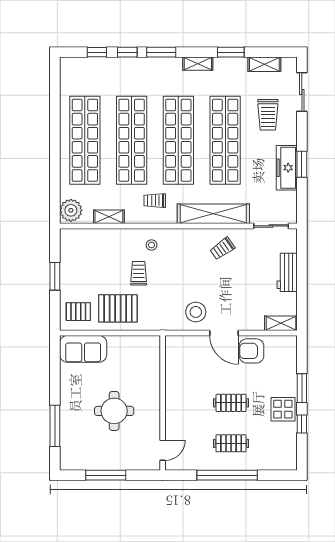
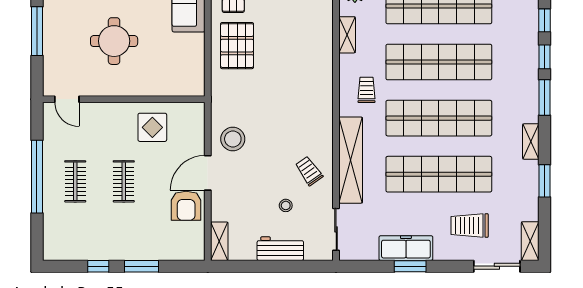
shelving: (264, 64) -> (530, 241), moved
stool: (152, 245) -> (286, 205), moved
trolley: (139, 273) -> (279, 70), removed
armchair: (251, 351) -> (186, 206), turned 180
display table: (283, 409) -> (152, 127), moved

